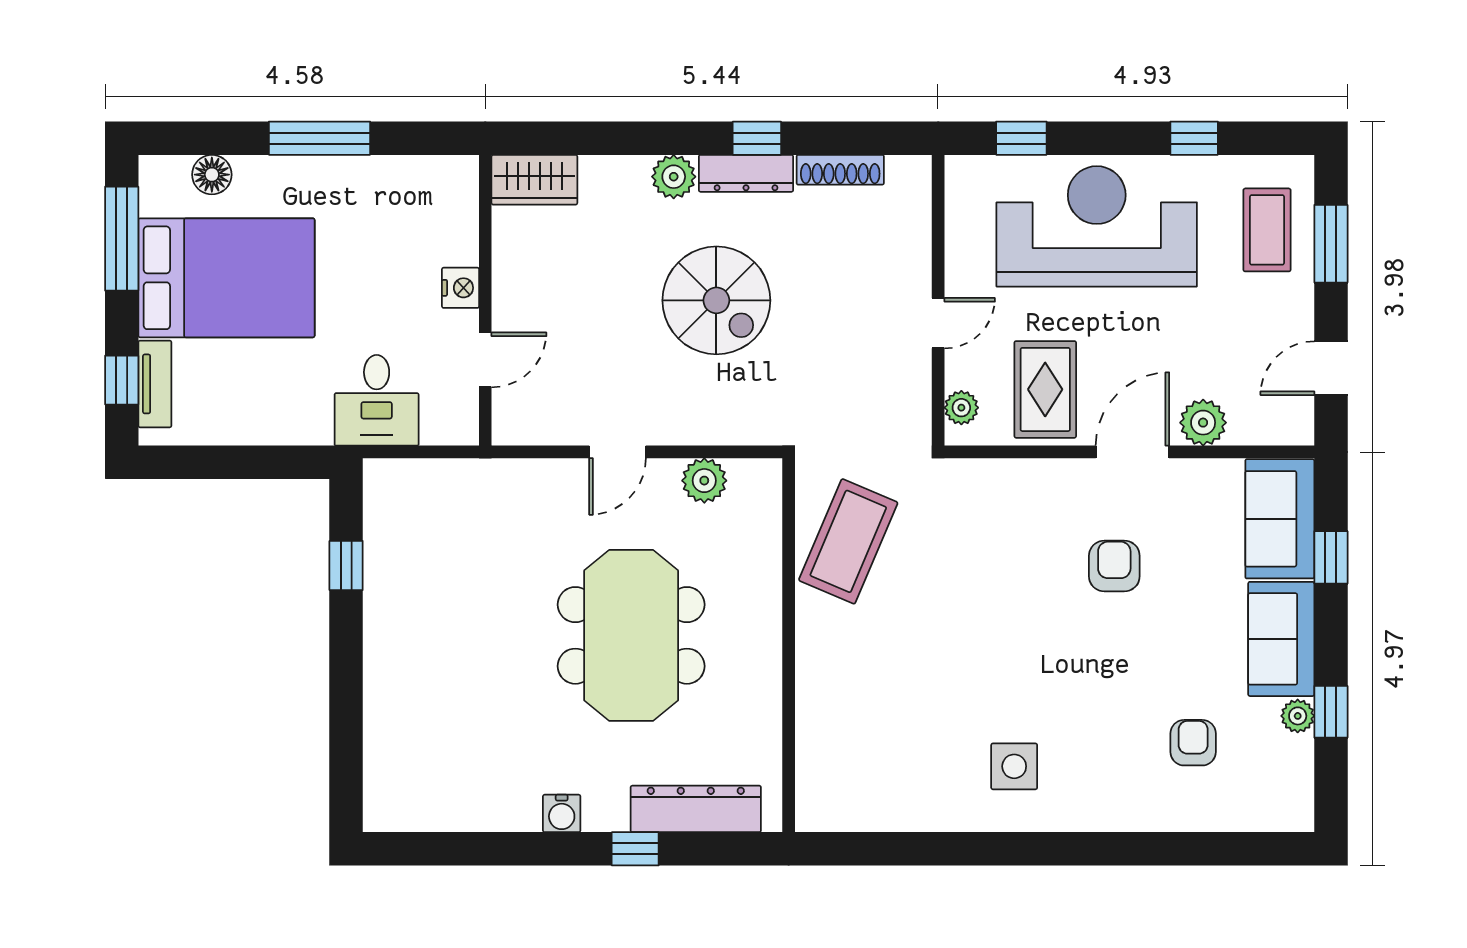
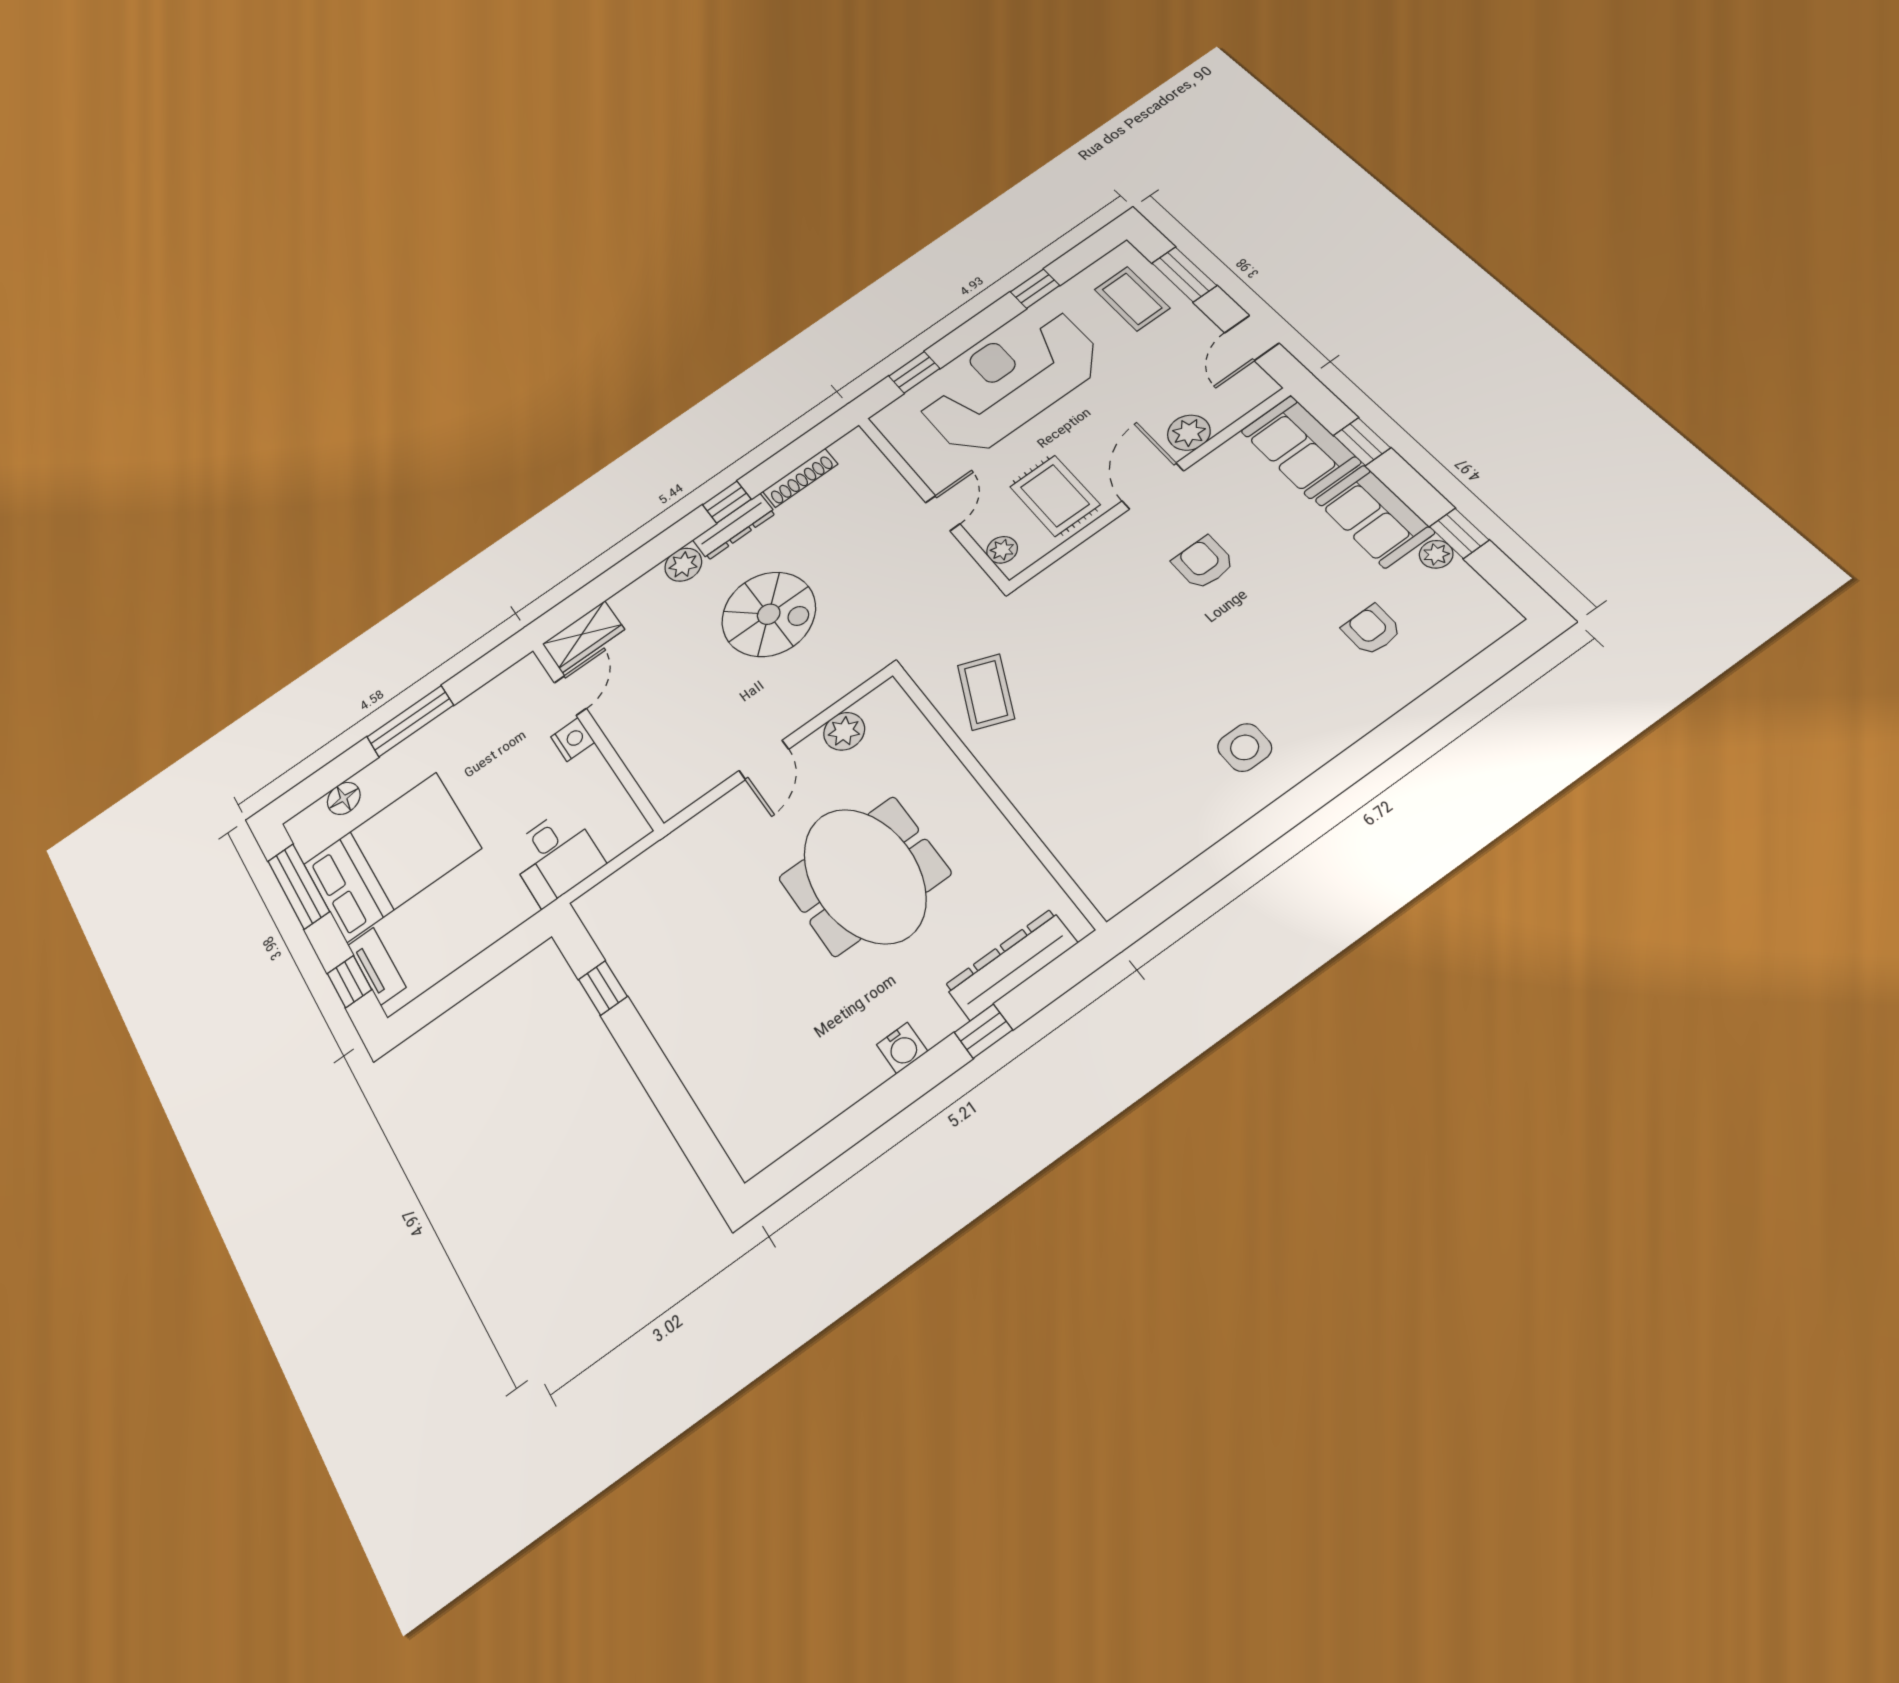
door: (485, 360) -> (570, 696), moved
coffee table: (848, 541) -> (986, 692), width x0.73, depth x0.76

